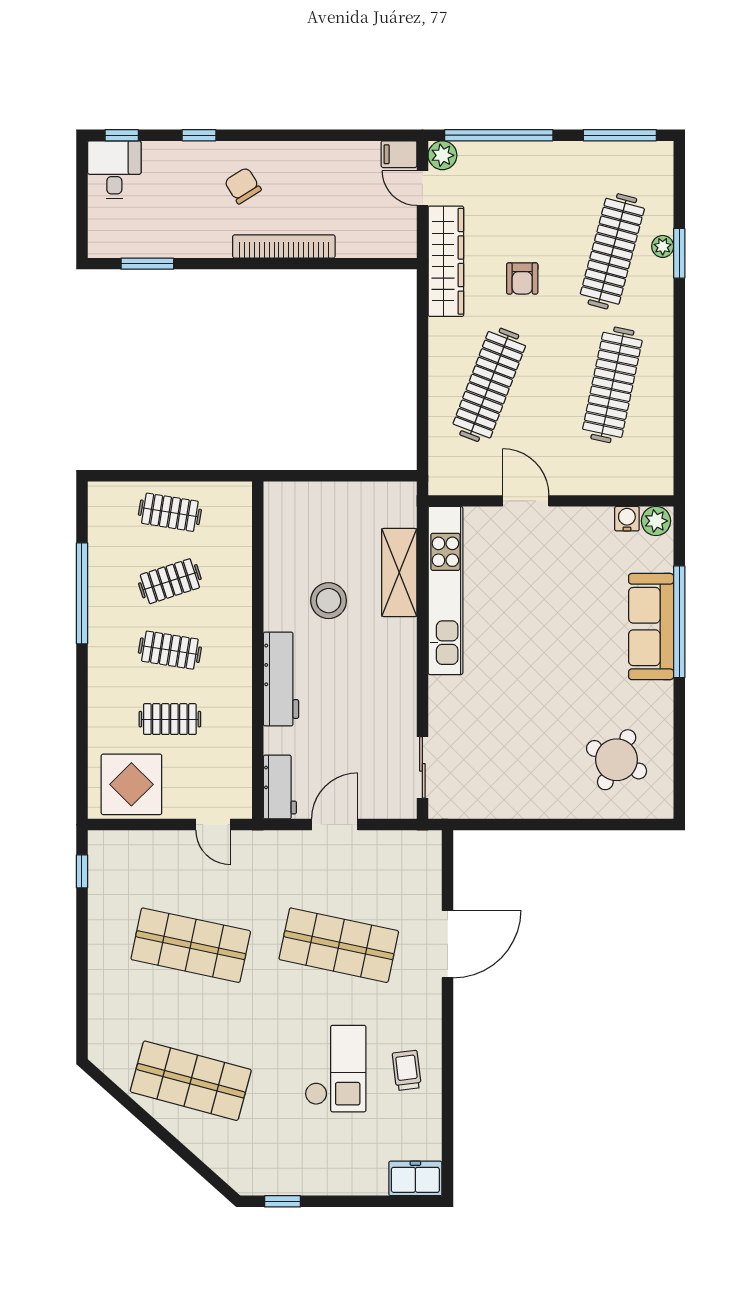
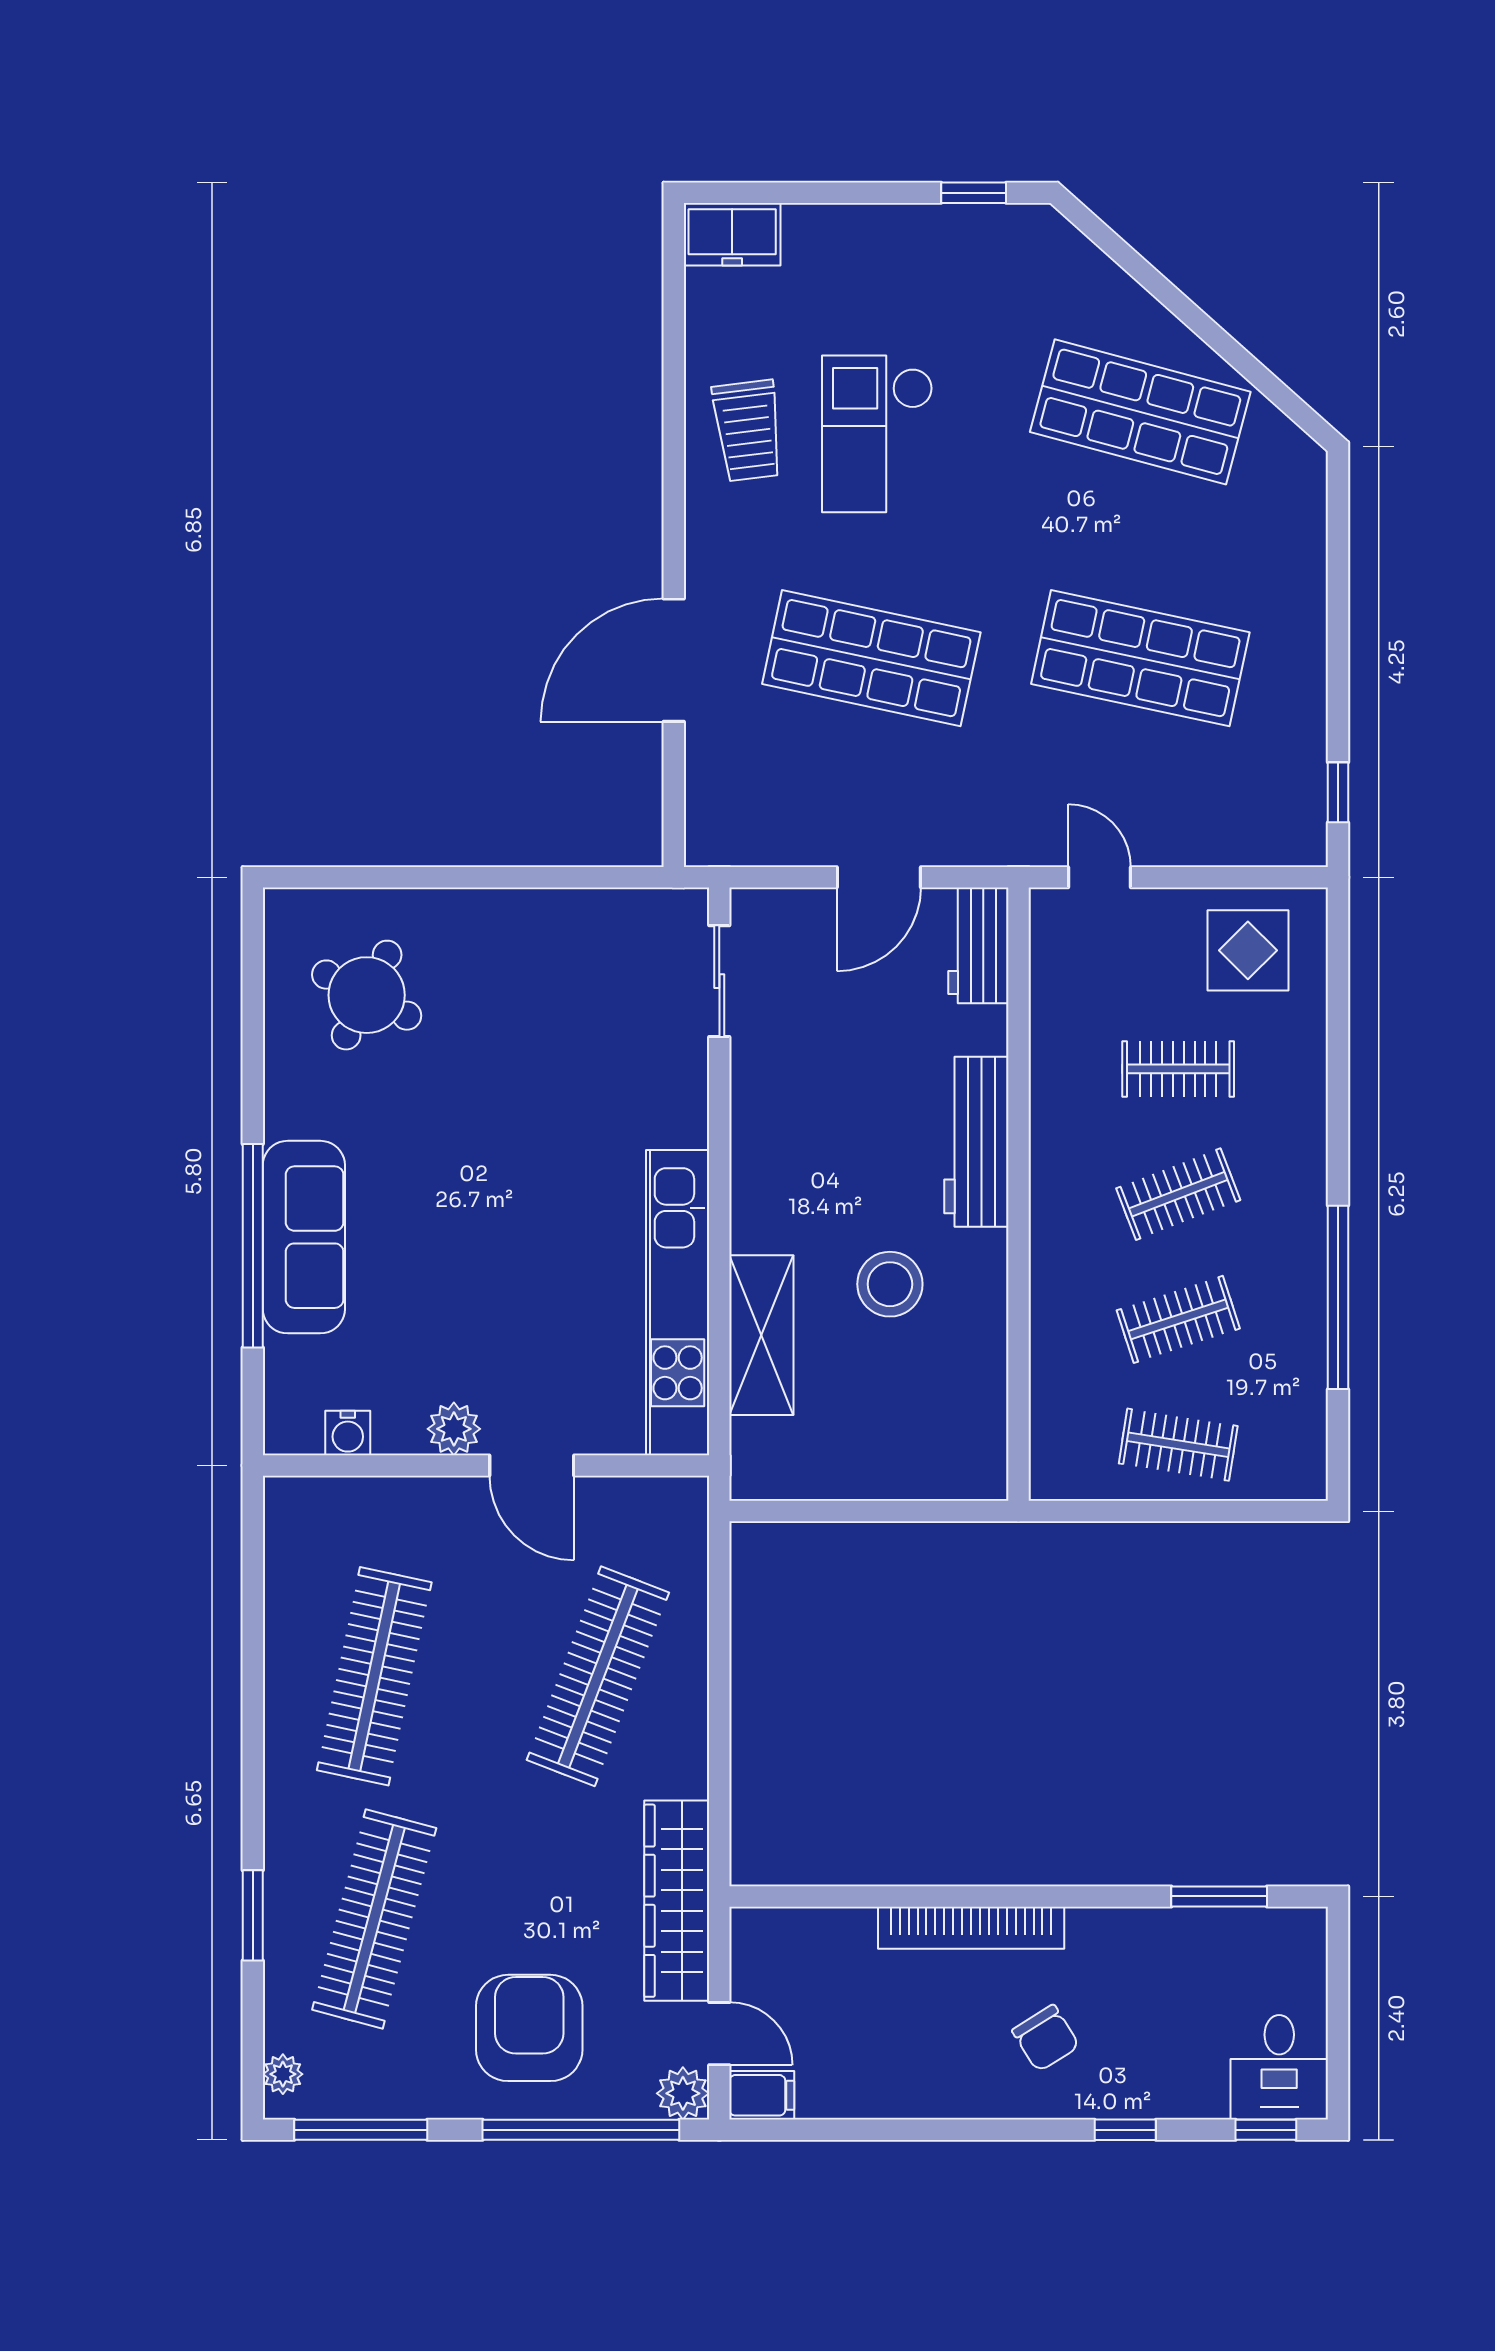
plant: (663, 246) -> (283, 2074), moved
armchair: (522, 278) -> (529, 2028), moved, width x1.88, depth x1.88
plant: (656, 521) -> (454, 1429), moved
clothes rail: (170, 650) -> (1178, 1194), turned -30
display table: (131, 784) -> (1248, 950), width x0.73, depth x0.73
trolley: (407, 1070) -> (748, 431), width x1.36, depth x1.39

